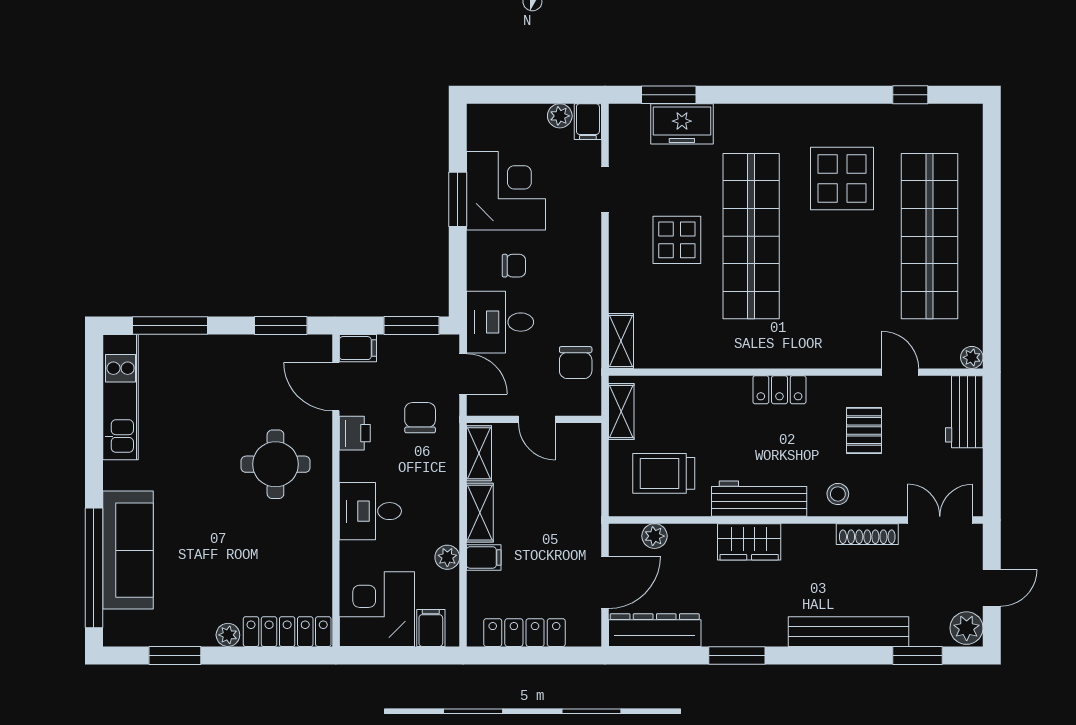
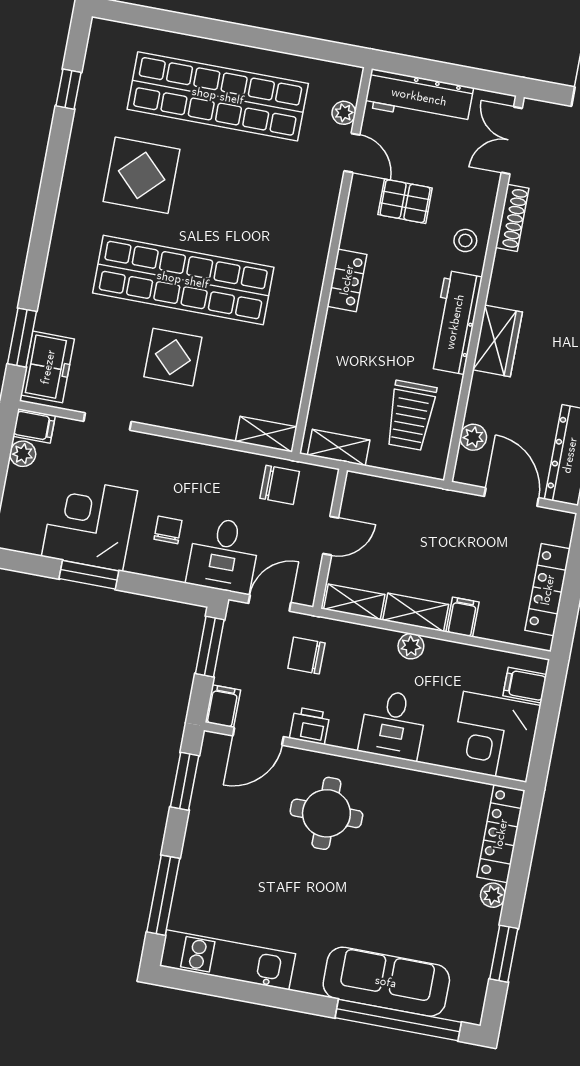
freezer: (682, 124) -> (48, 367), moved
plant: (972, 357) -> (344, 113), moved
door: (900, 372) -> (352, 153), swing flipped
workbench: (964, 412) -> (419, 97), width x1.38
plant: (447, 557) -> (411, 646), moved

